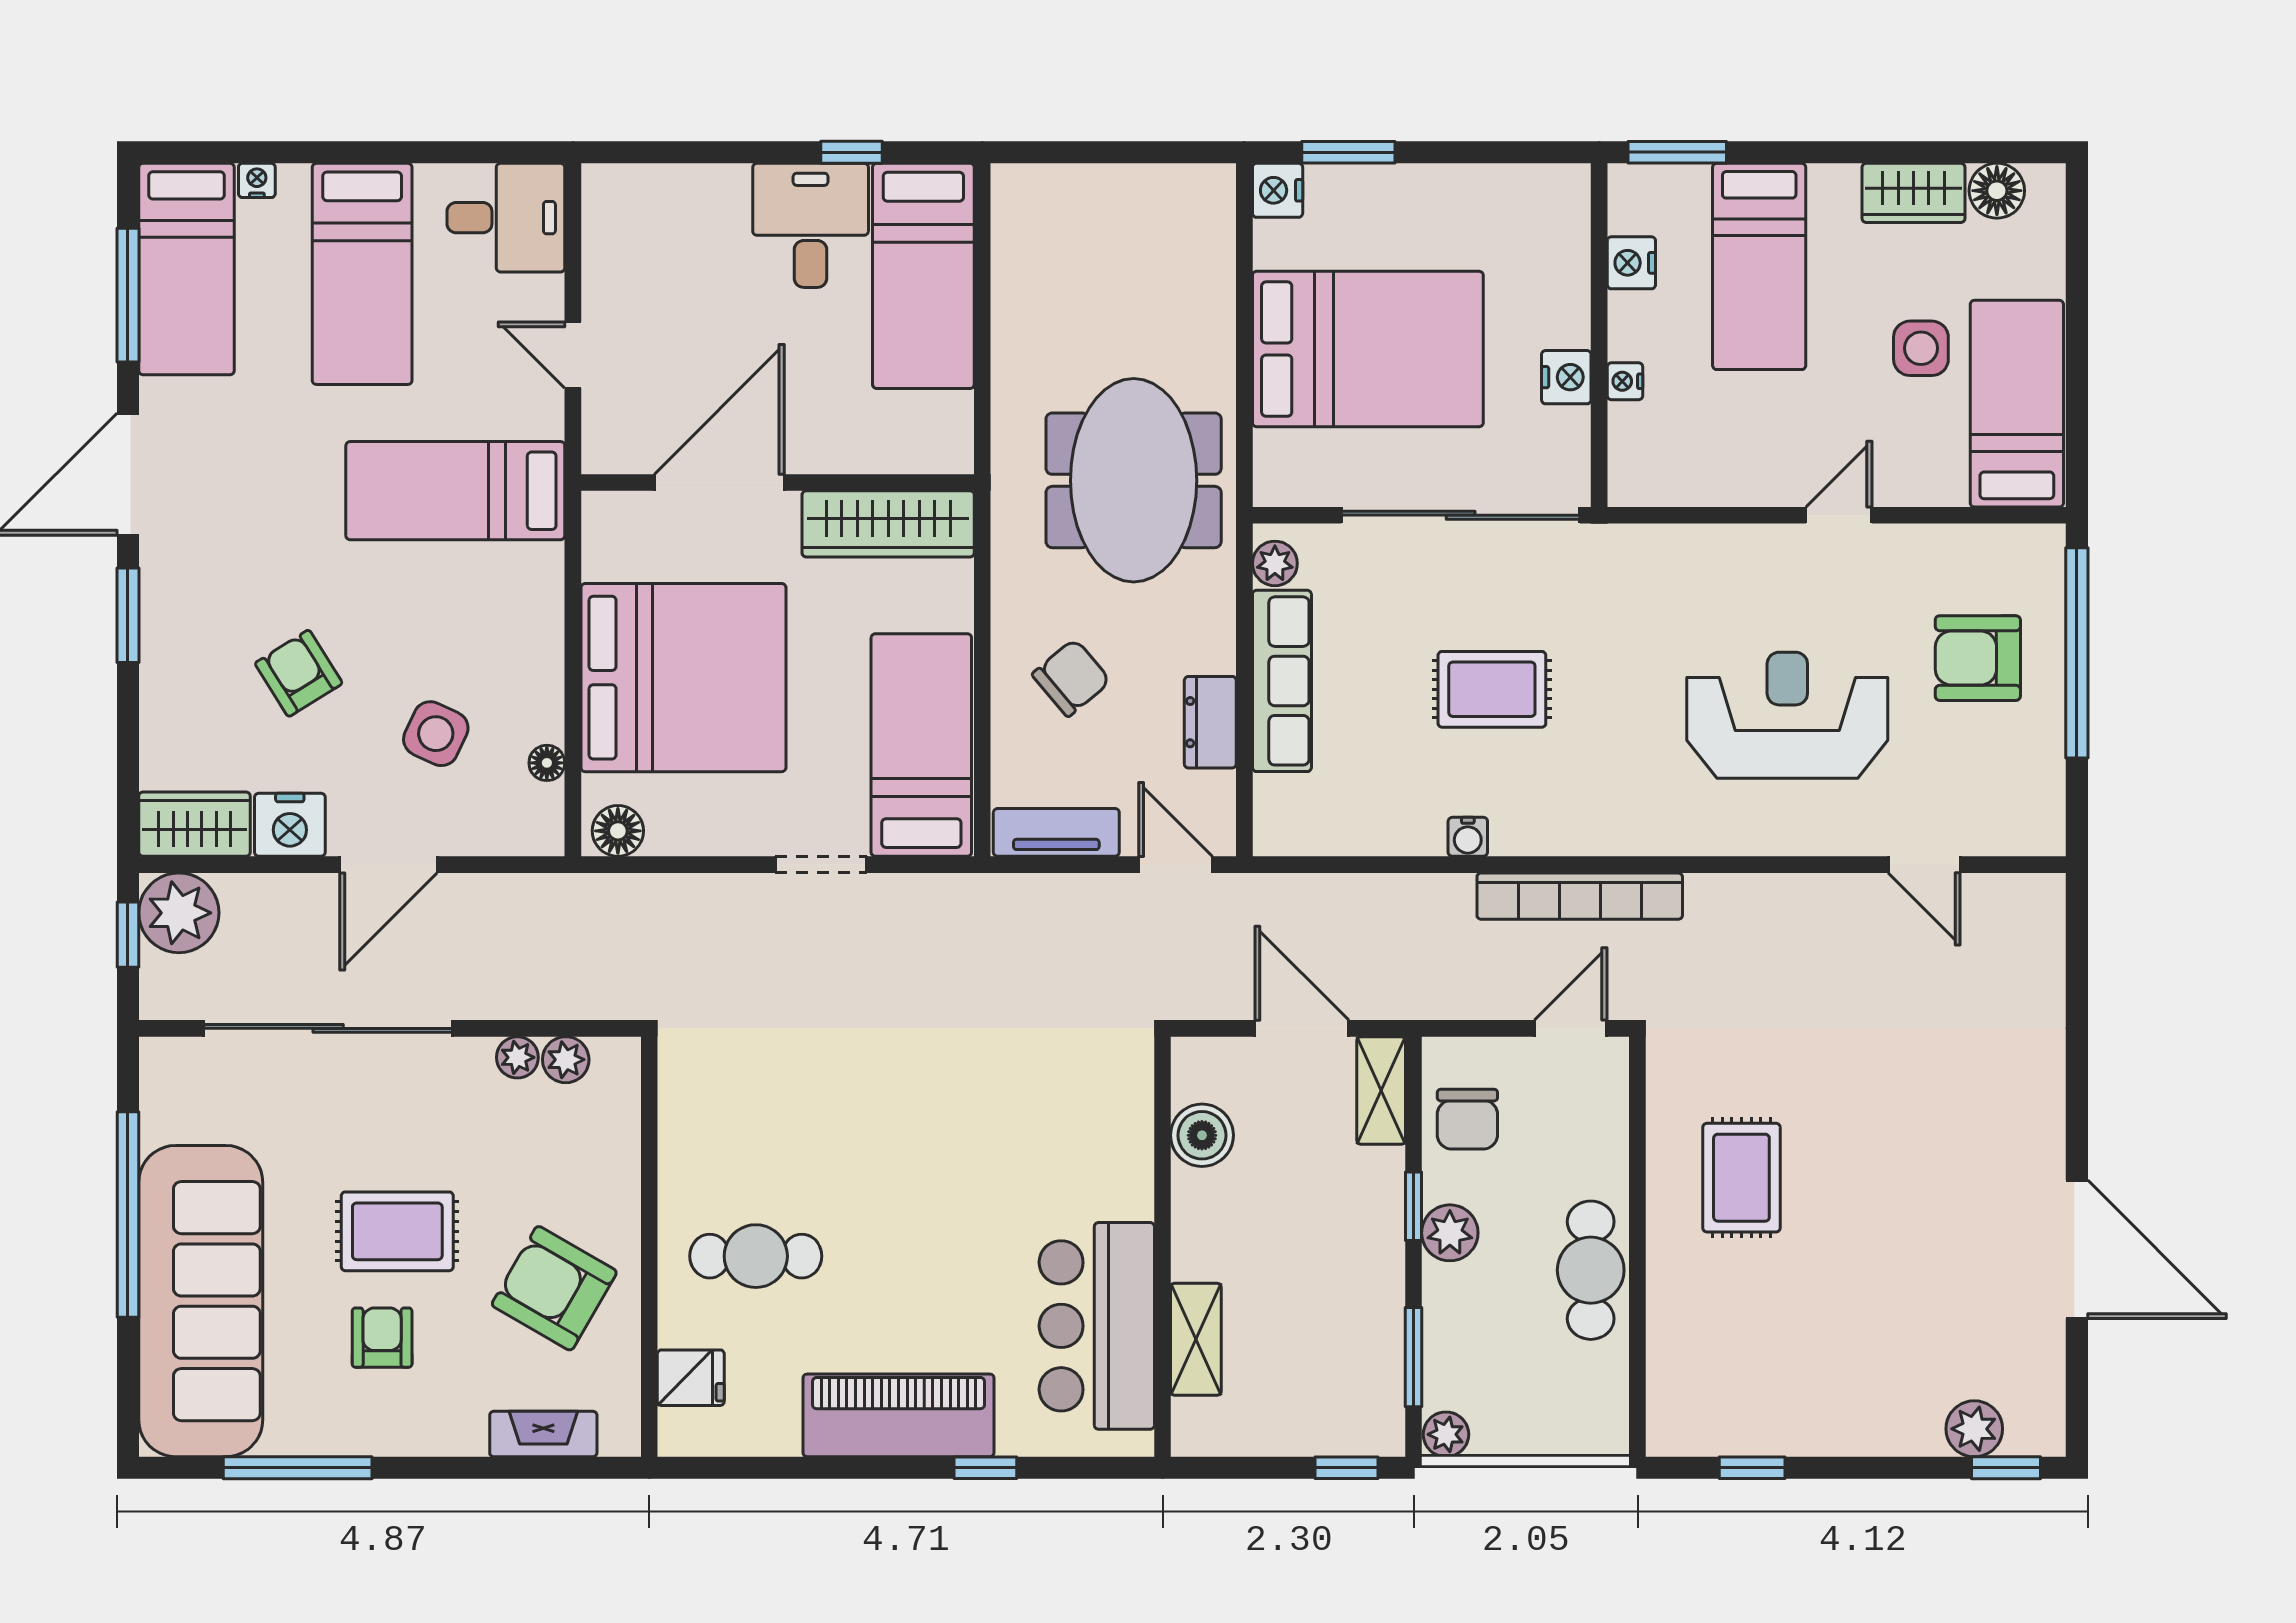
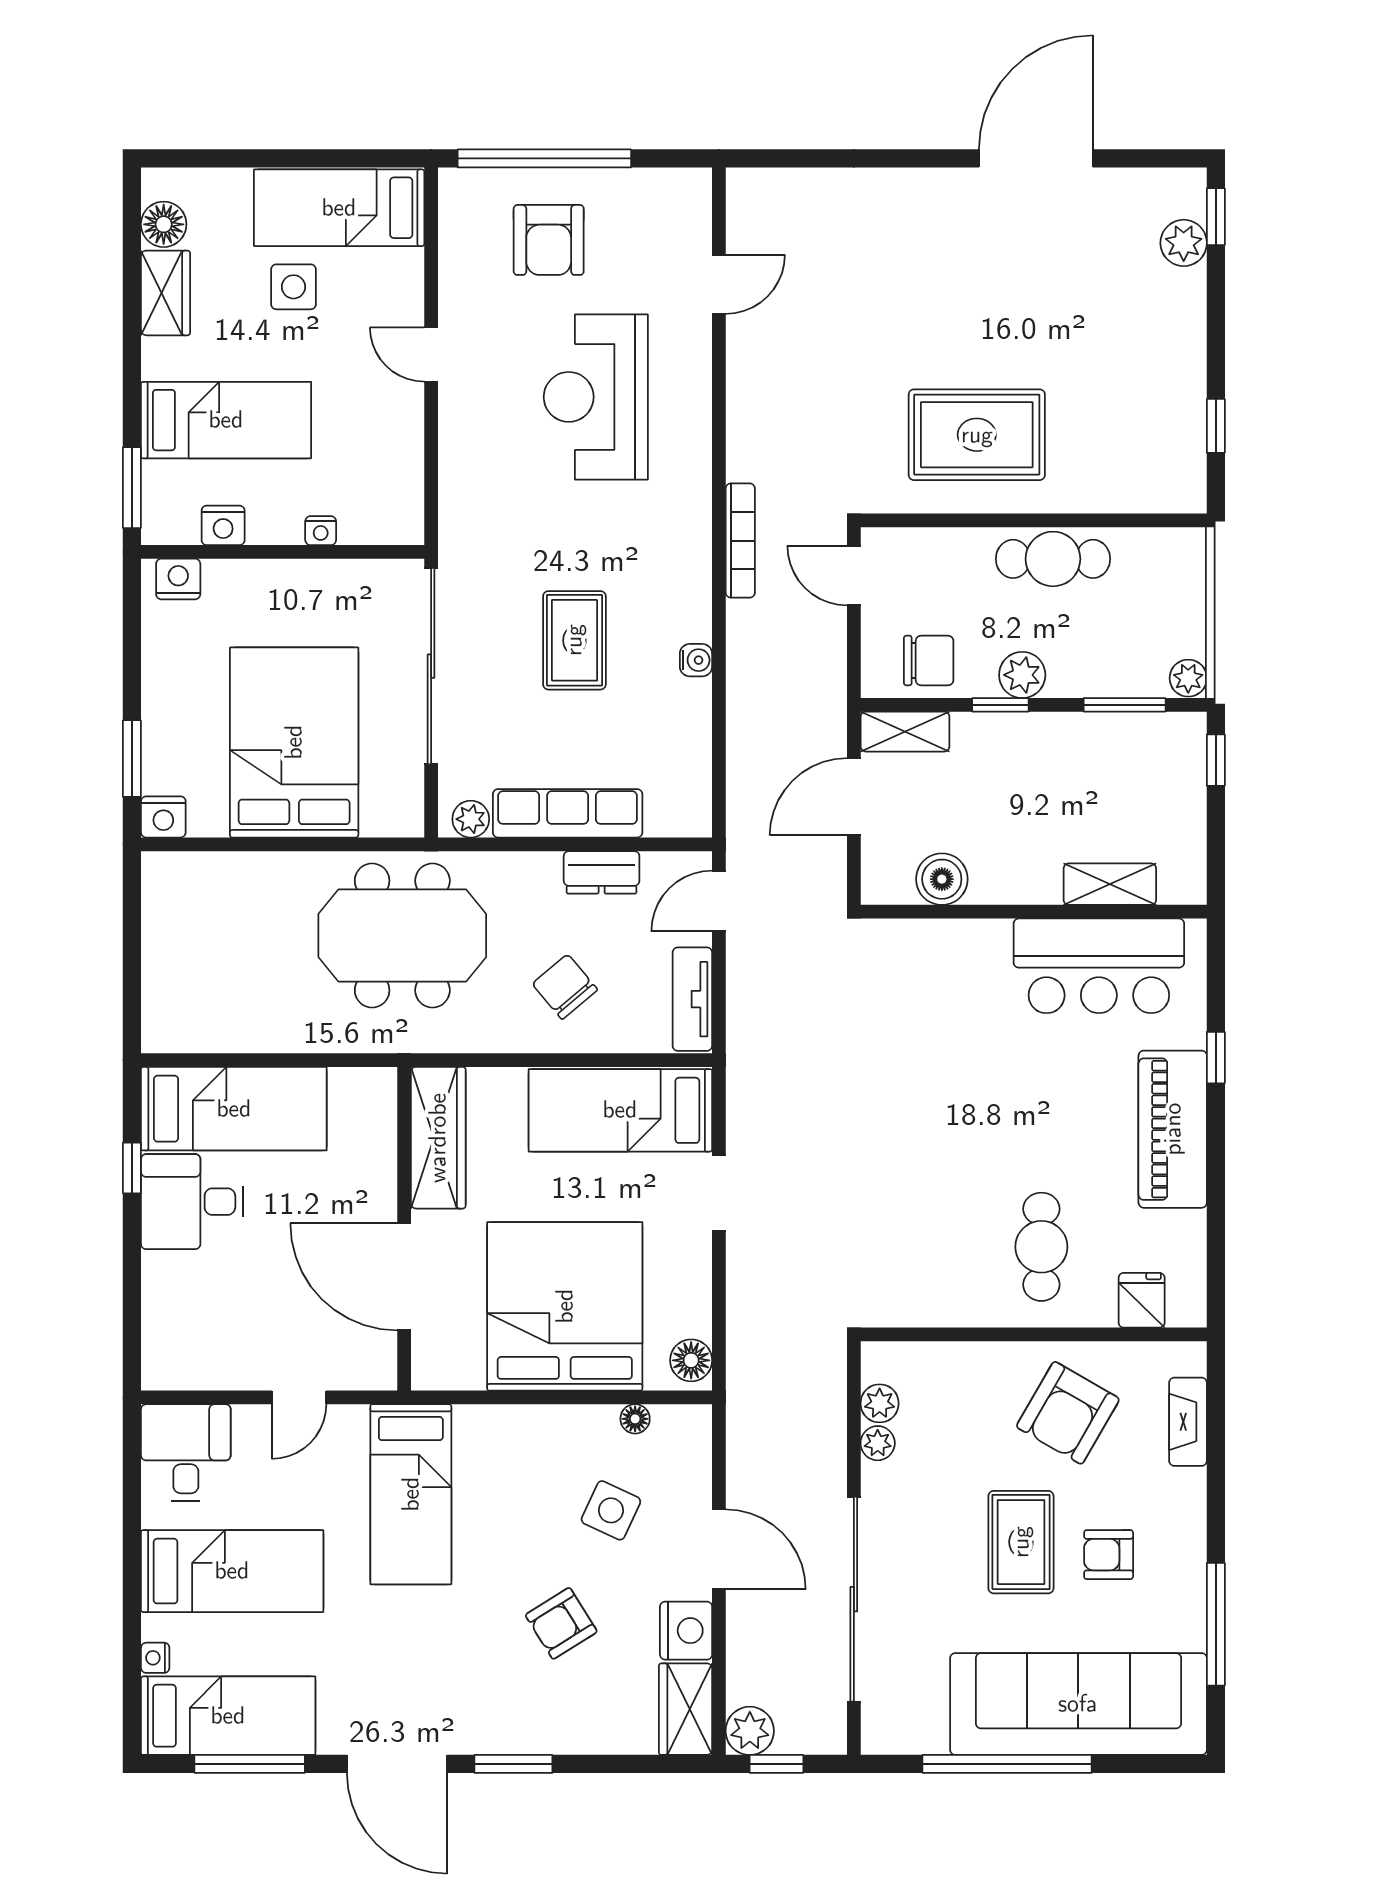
nightstand: (1566, 377) -> (178, 579), moved
bookcase: (1580, 896) -> (740, 541), width x0.68, depth x0.76
plant: (179, 913) -> (750, 1731), width x0.73, depth x0.73
rug: (1741, 1178) -> (977, 435), width x1.36, depth x1.43

